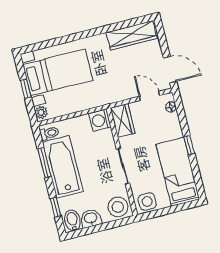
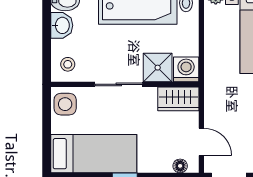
door: (150, 96) -> (201, 142), hinge flipped
shower: (104, 141) -> (158, 68), added
stool: (118, 207) -> (68, 64), width x0.53, depth x0.53

